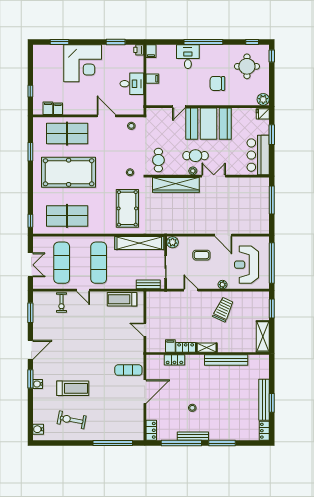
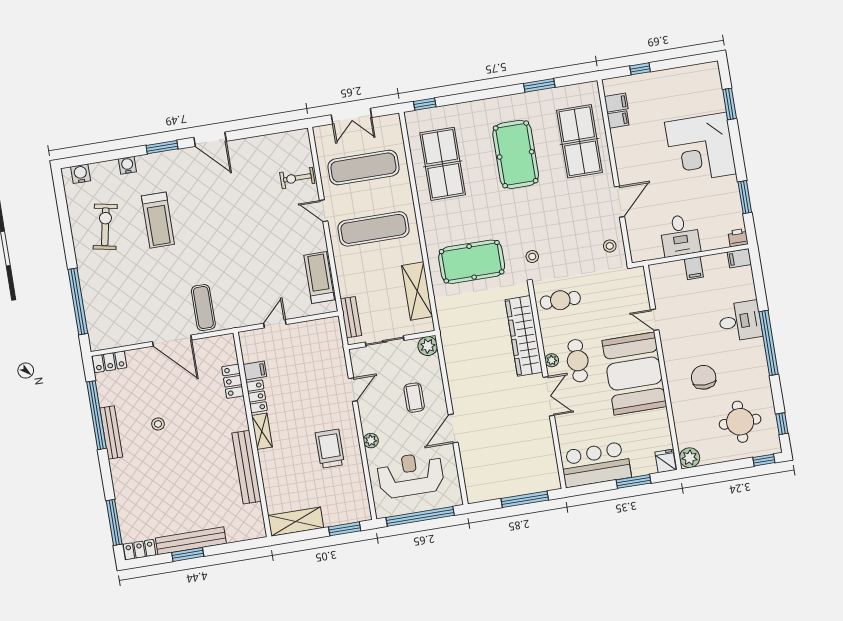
pool table: (69, 172) -> (516, 154), width x0.73, depth x0.76
shelving: (139, 243) -> (417, 291), width x0.68
door: (83, 290) -> (324, 211), hinge flipped
trolley: (223, 309) -> (330, 449), turned -115
window: (30, 313) -> (272, 129), removed
water cooler: (38, 384) -> (127, 165), moved
window: (222, 443) -> (114, 522), moved

